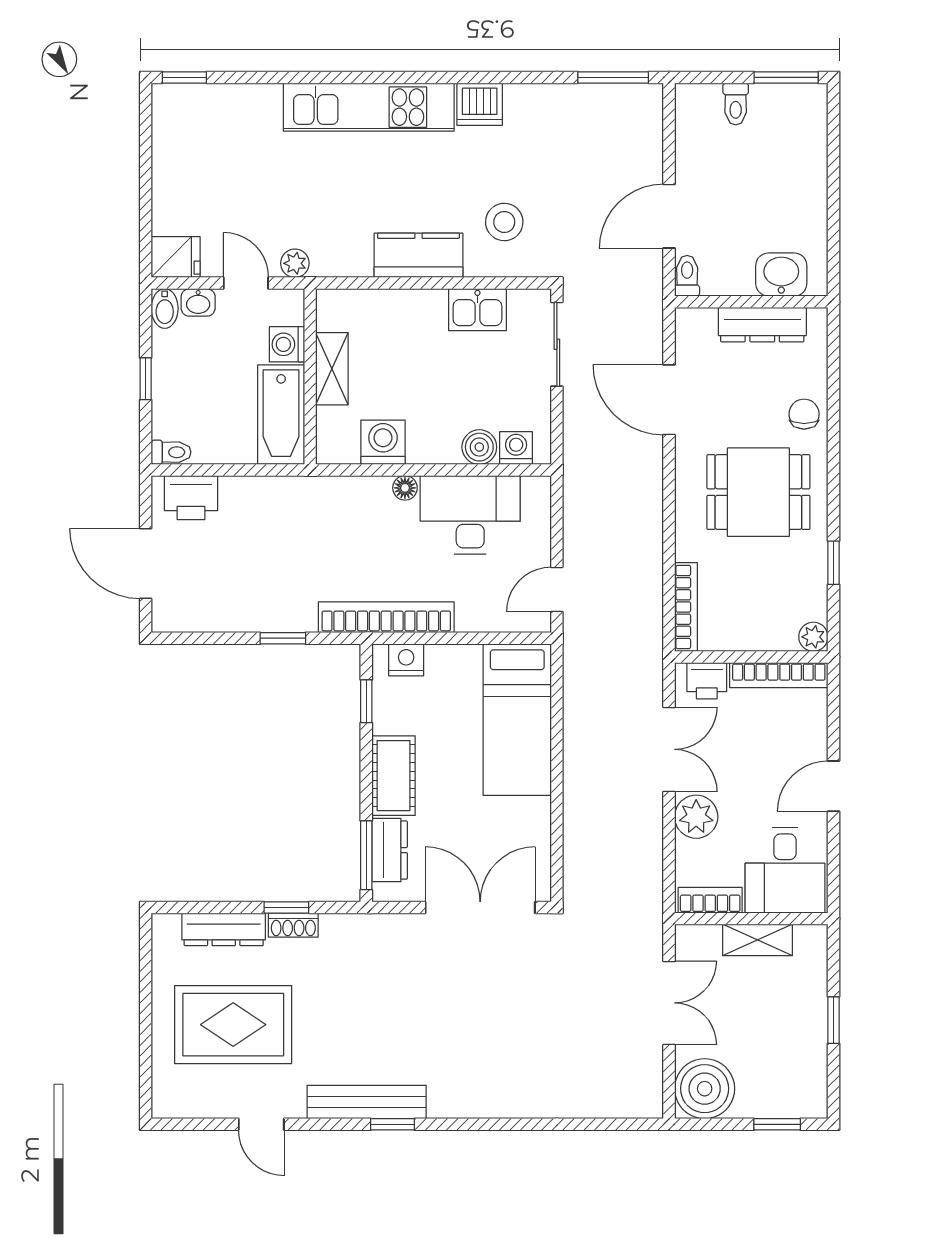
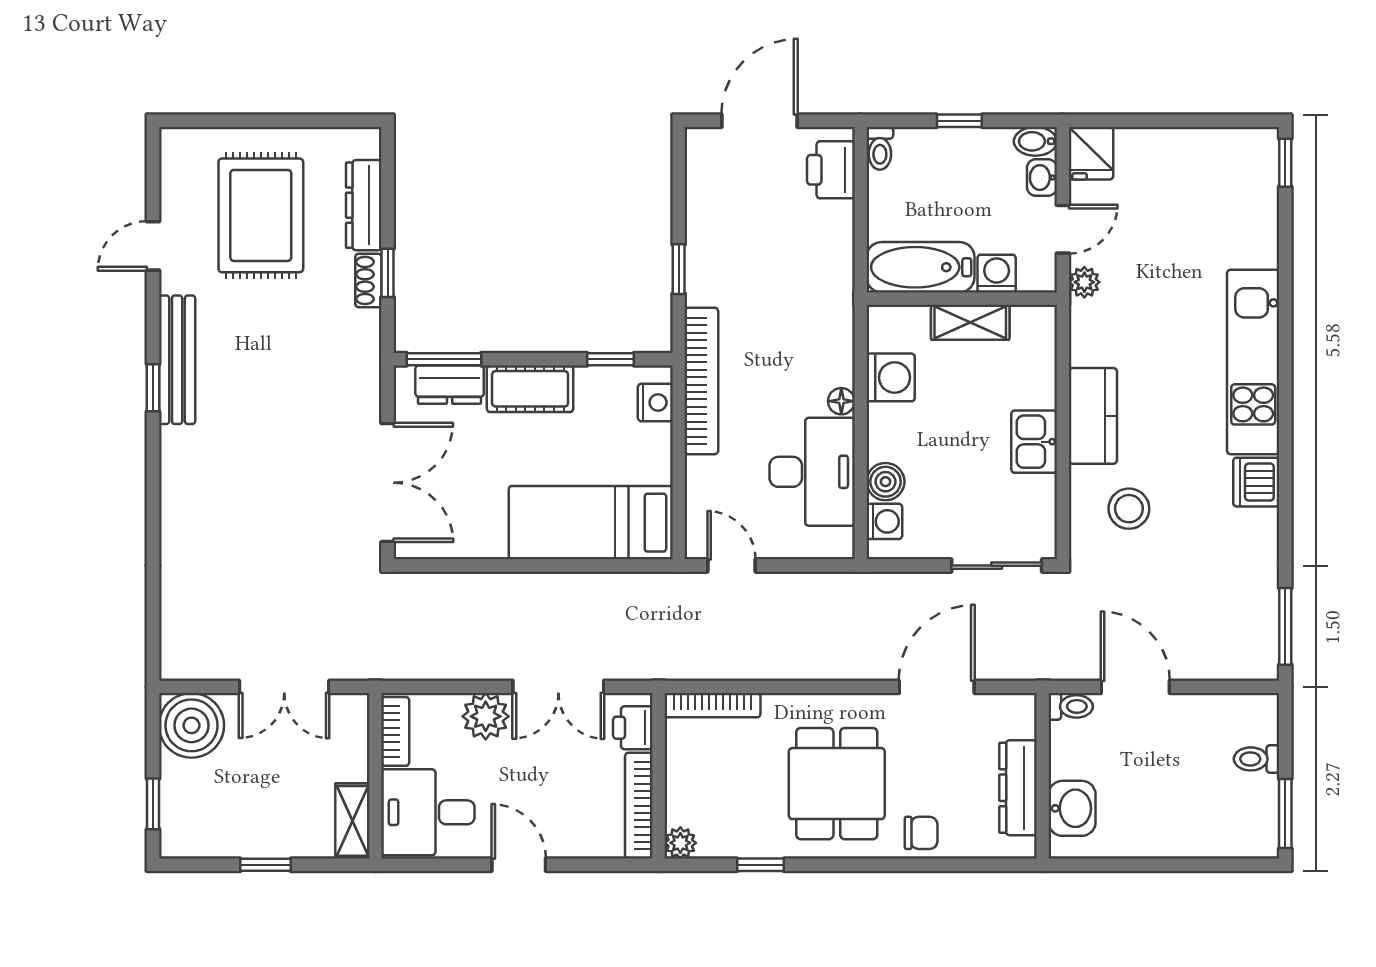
kitchen sink: (477, 310) -> (1034, 442), moved
shelving: (757, 940) -> (352, 821), moved

